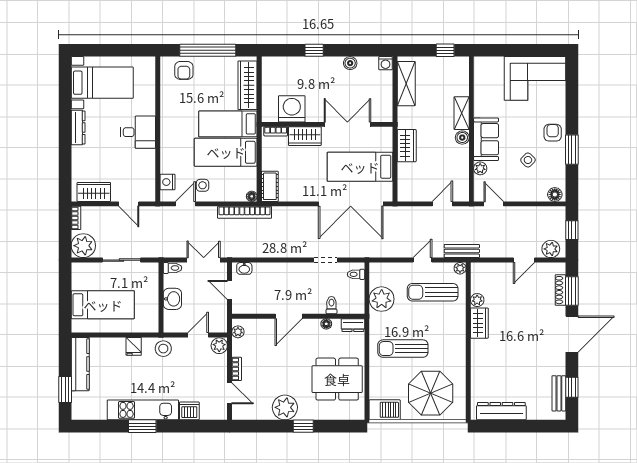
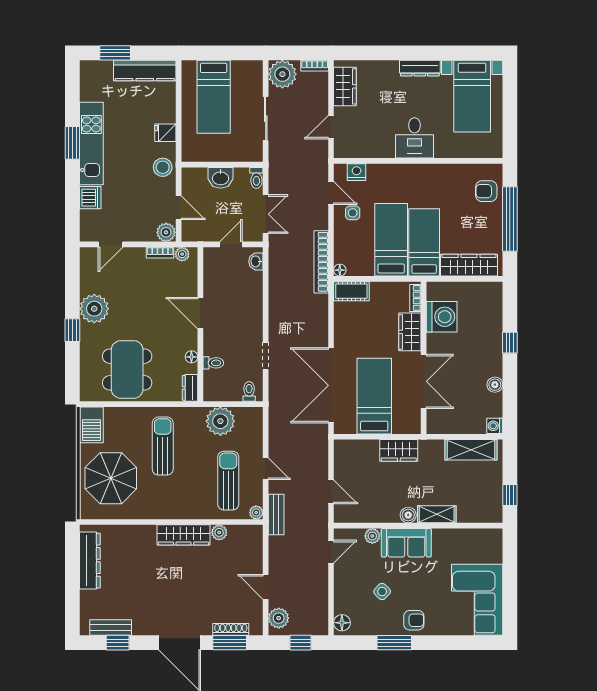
wardrobe: (479, 323) -> (184, 535), width x1.50
bookcase: (237, 369) -> (160, 253), moved

